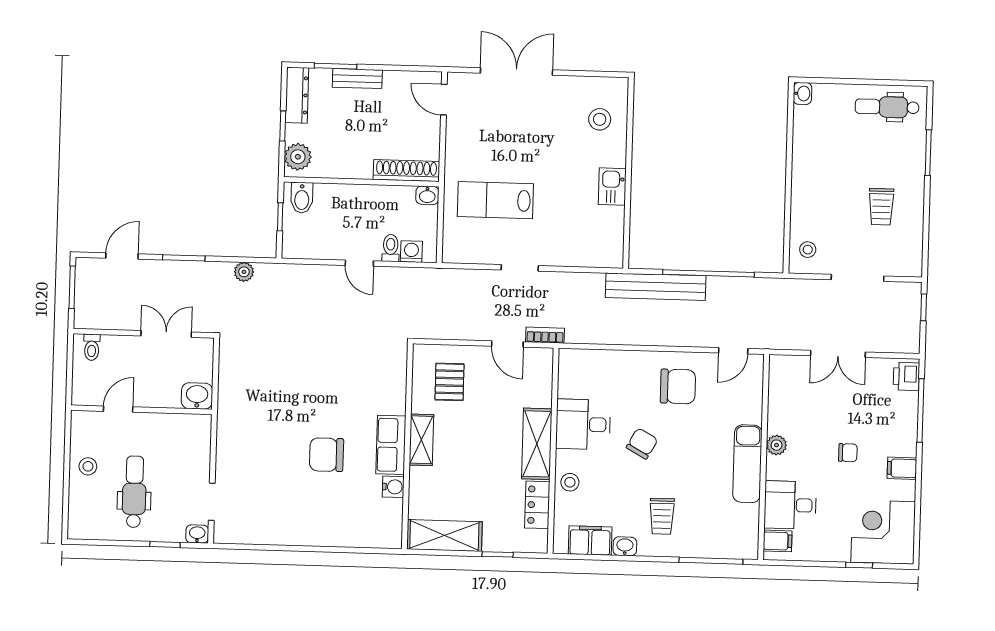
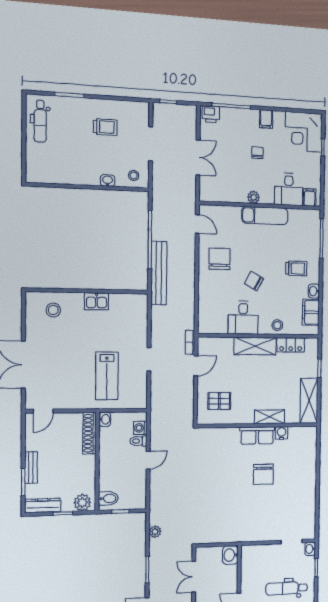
washbasin: (802, 93) -> (108, 181), moved
shelving: (421, 440) -> (269, 417), moved

